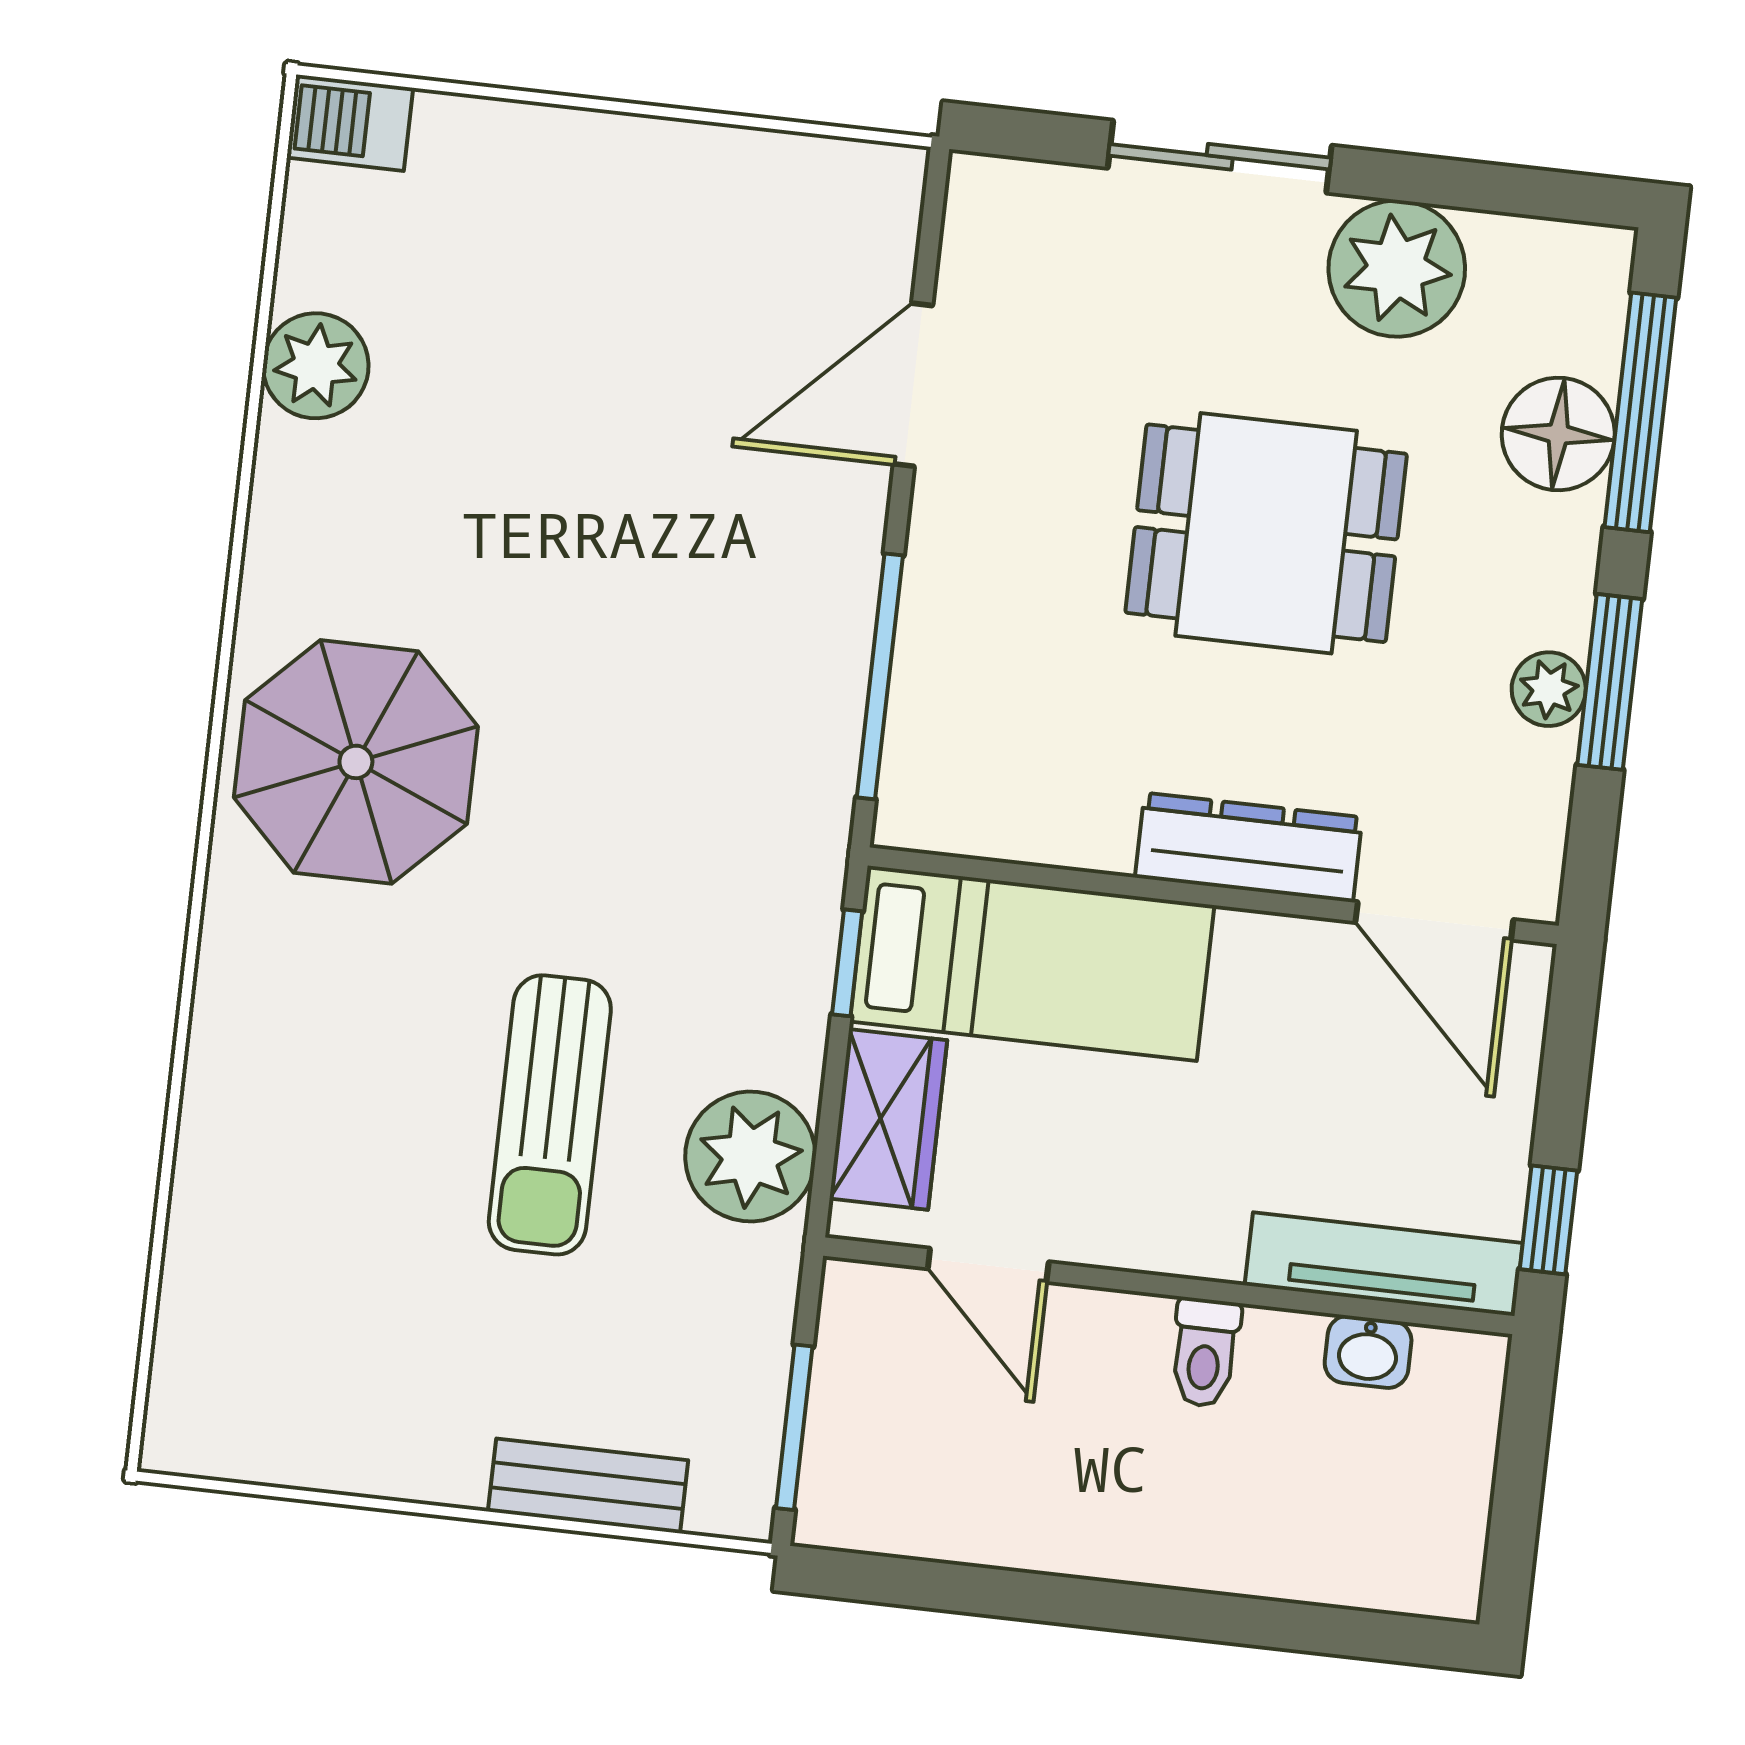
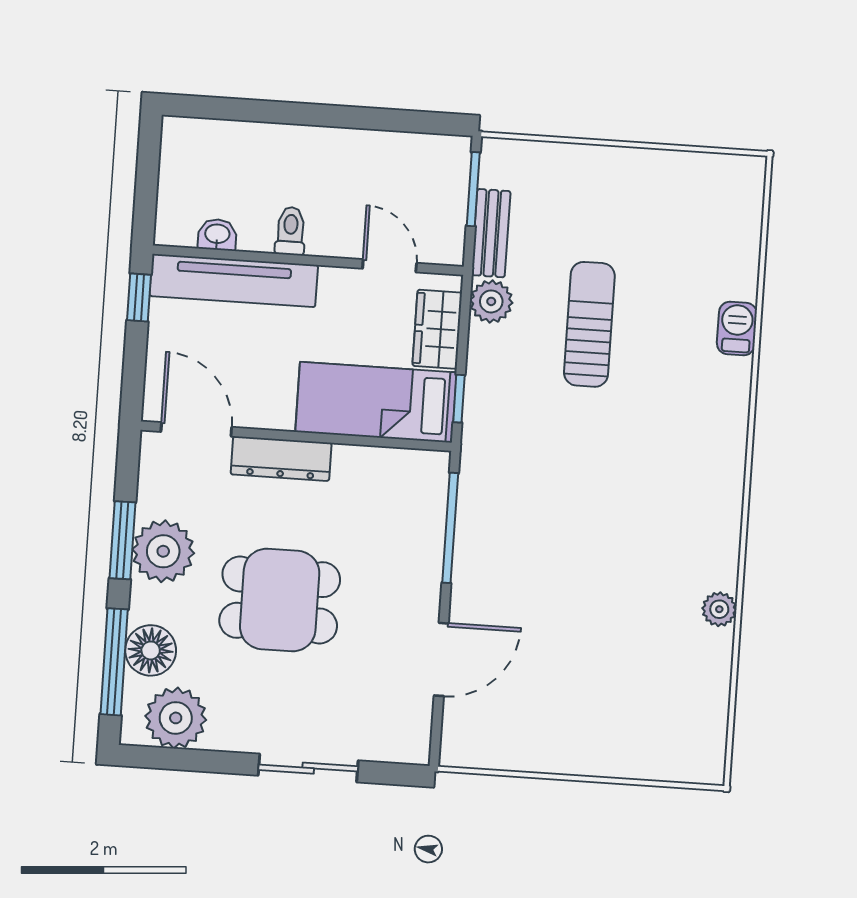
barbecue: (350, 123) -> (737, 328), moved, turned -90
plant: (1397, 269) -> (176, 718), moved
plant: (316, 366) -> (719, 609), moved, width x0.73, depth x0.73
plant: (1549, 689) -> (163, 551), width x1.88, depth x1.88
parasol: (356, 762) -> (684, 479), removed
plant: (750, 1156) -> (491, 301), width x0.73, depth x0.73
tv unit: (1384, 1264) -> (234, 281), width x1.36, depth x1.29
bench: (588, 1486) -> (491, 233), moved, turned 90

